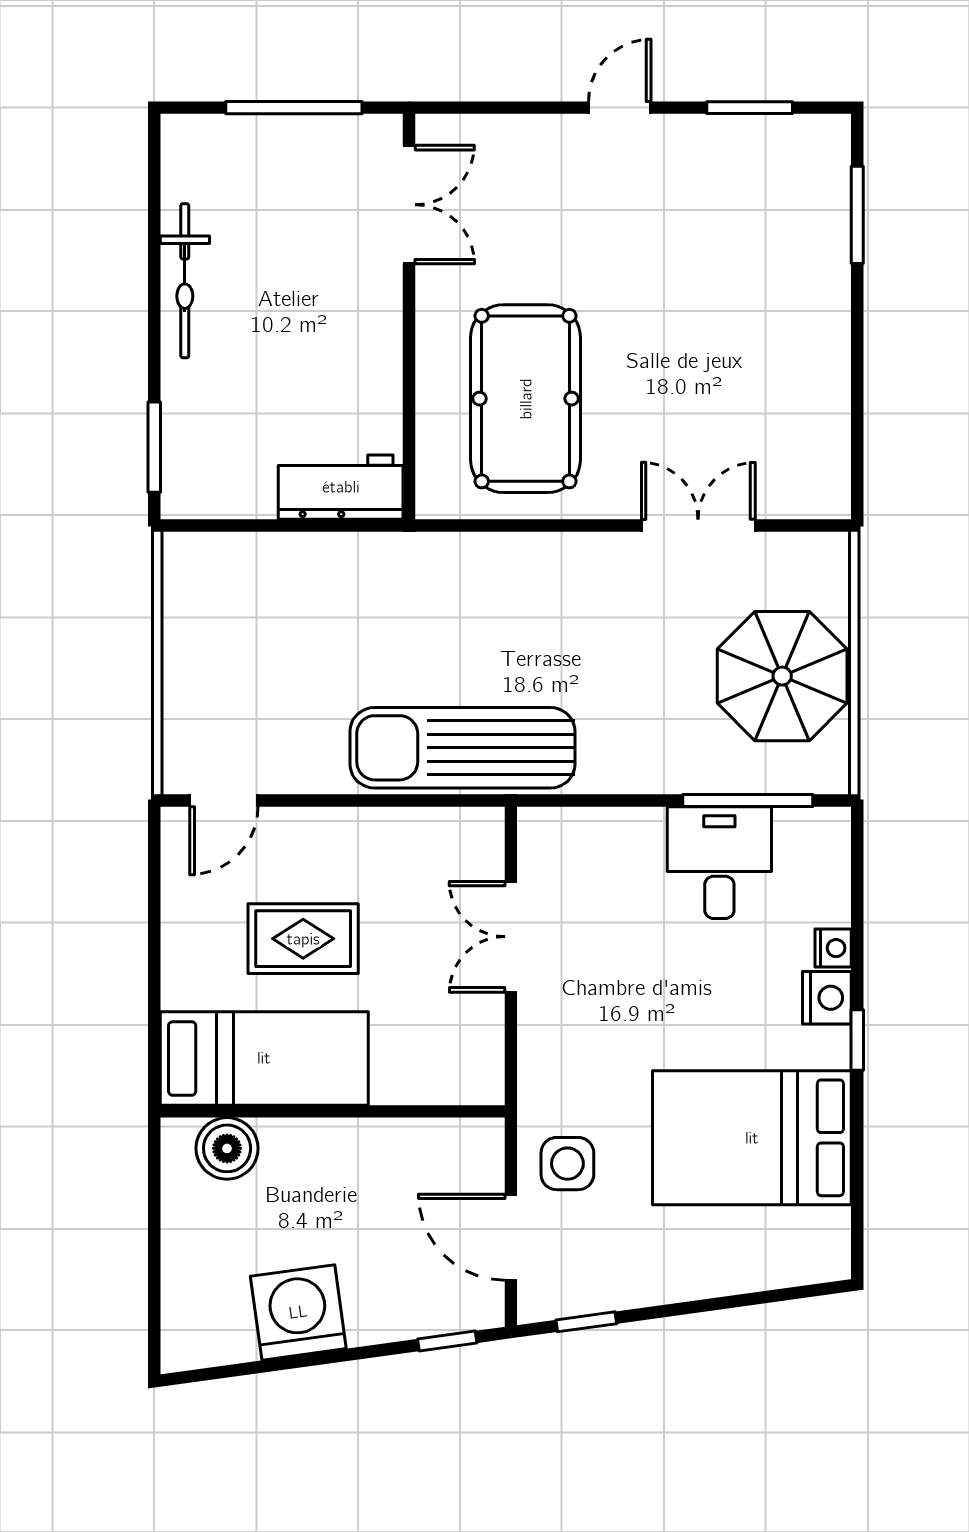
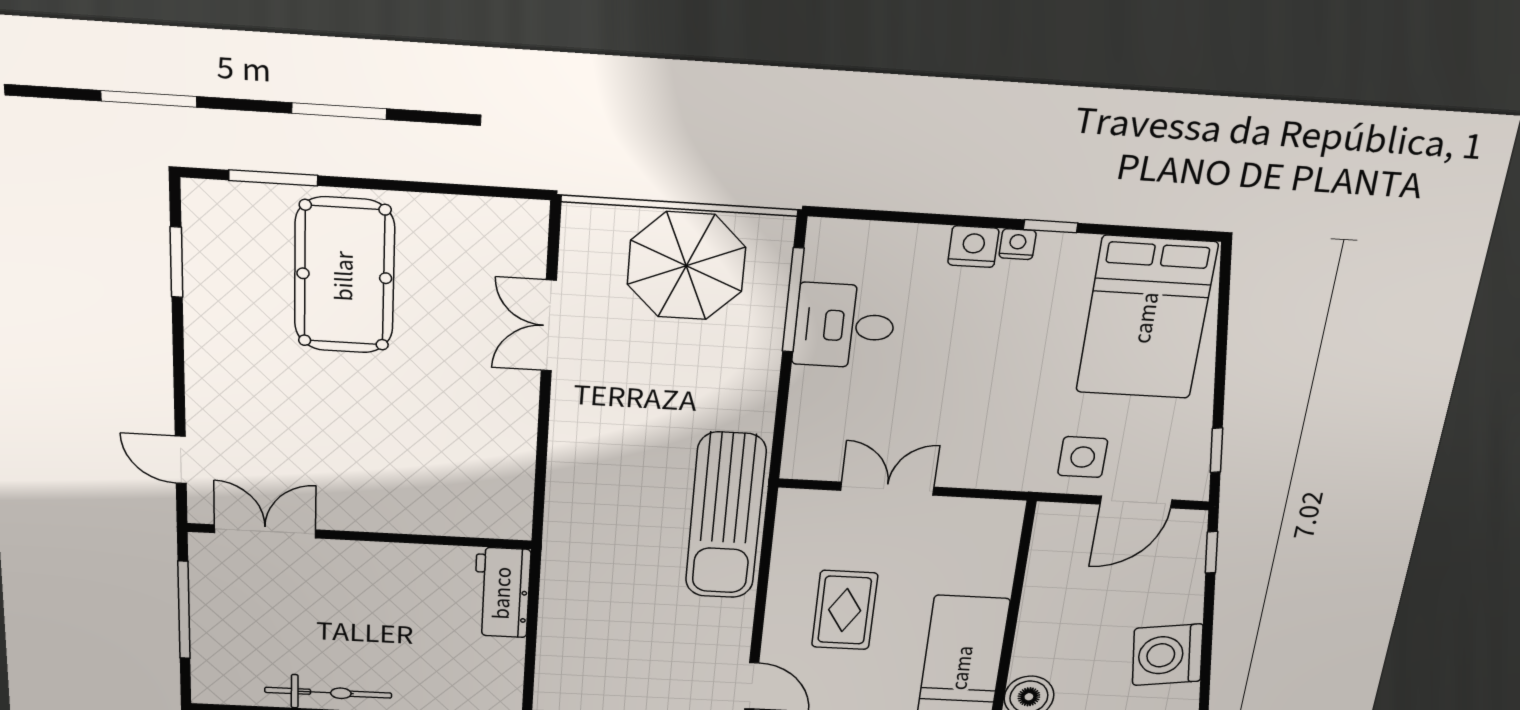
door: (620, 108) -> (181, 460), moved
pool table: (526, 399) -> (344, 276), moved, turned 90
double door: (511, 937) -> (887, 489), swing flipped
rug: (303, 939) -> (845, 610), moved
nightstand: (833, 948) -> (1018, 244), moved
window: (857, 1040) -> (1051, 226), moved
bed: (752, 1138) -> (1146, 318), moved

